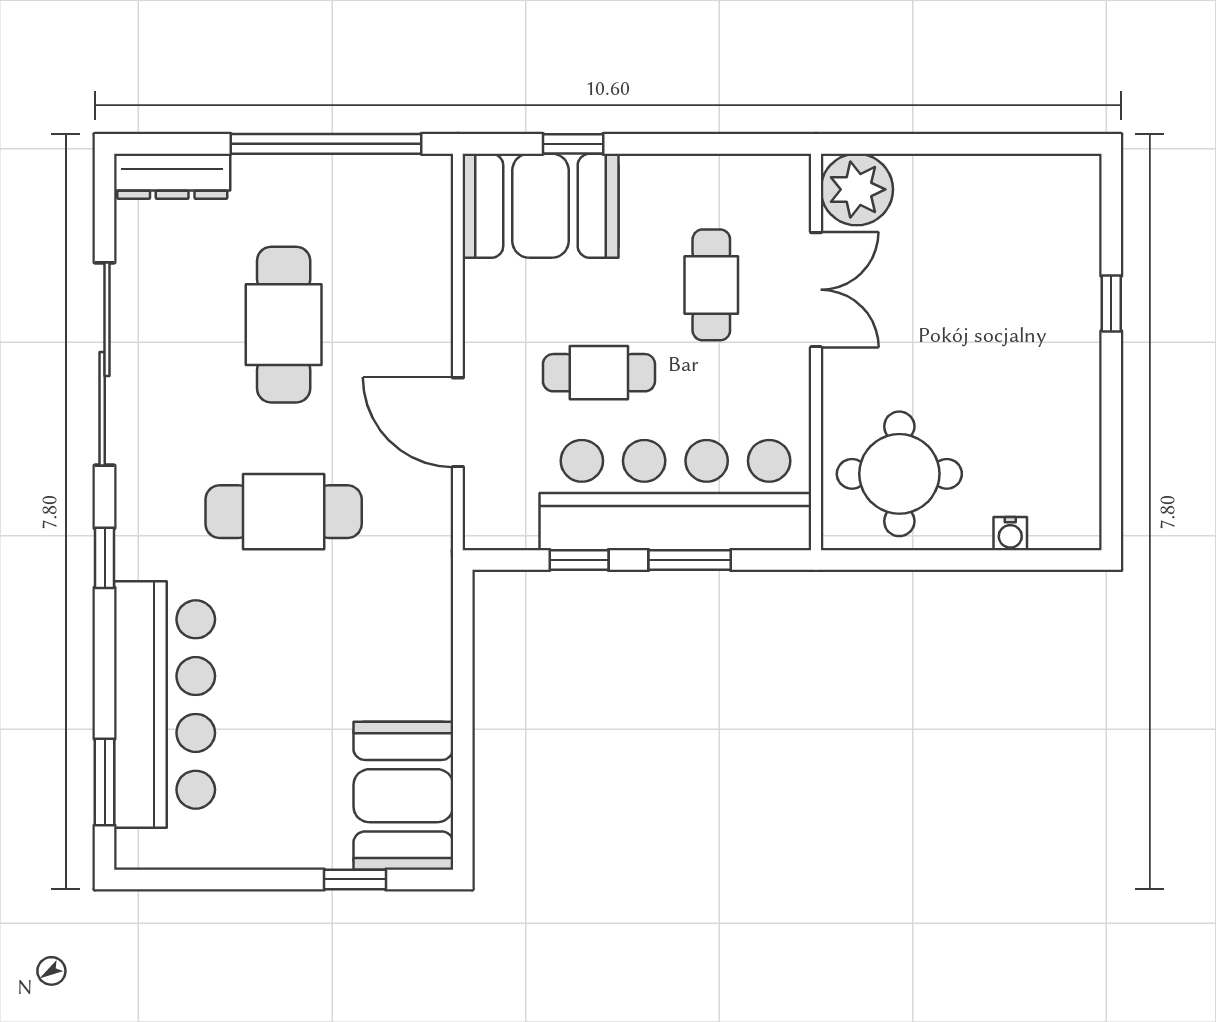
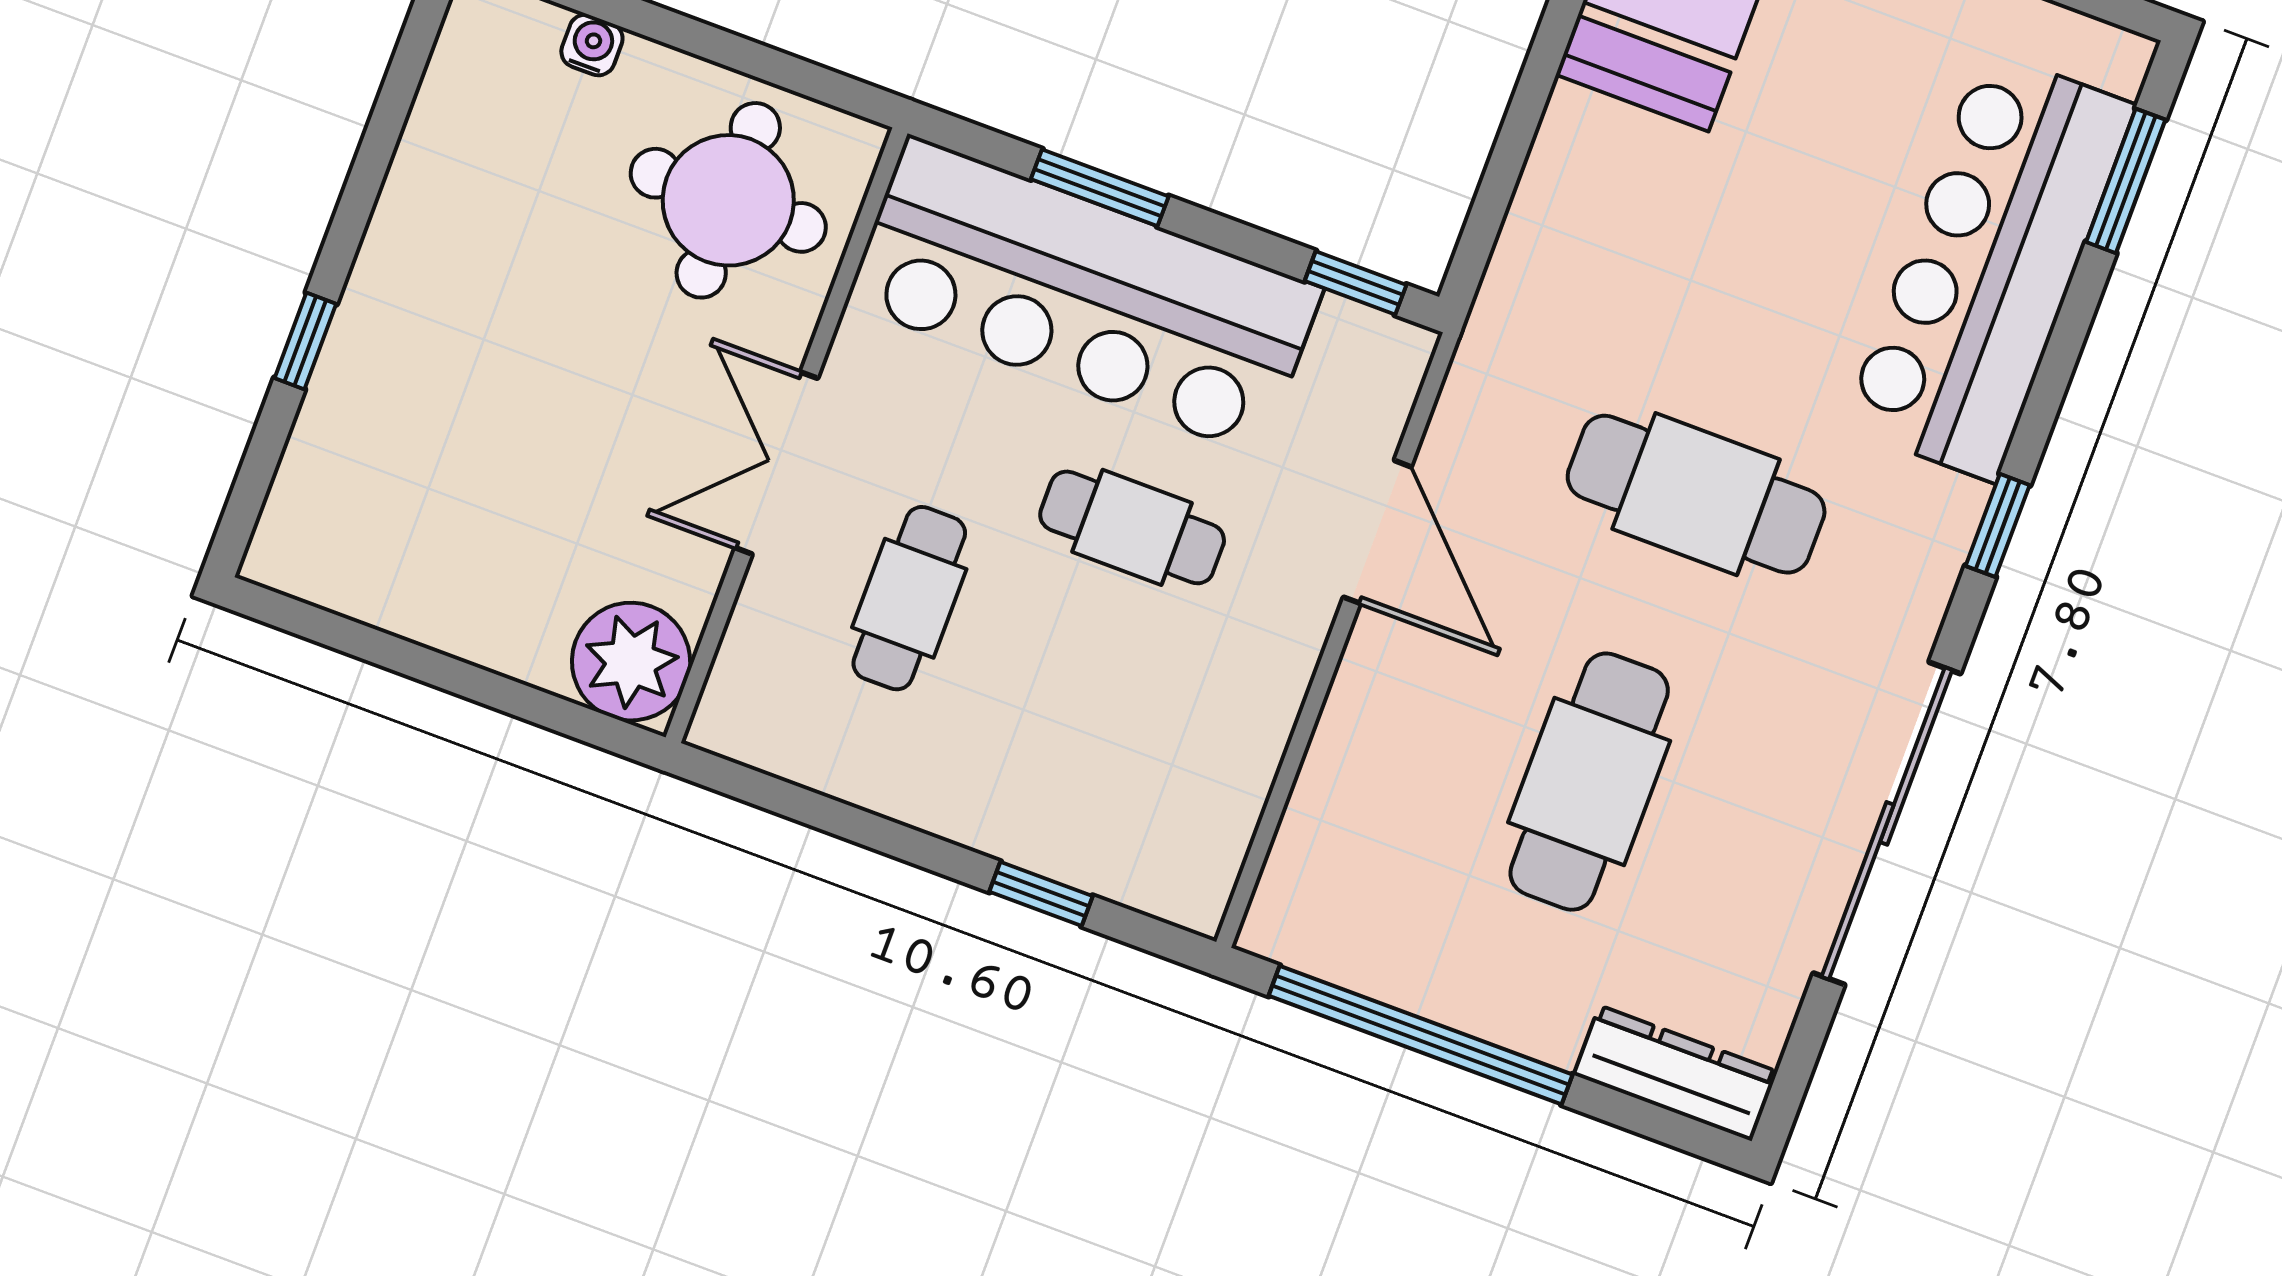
booth: (540, 206) -> (1126, 817), removed
double door: (816, 290) -> (776, 463), moved
window: (579, 560) -> (1355, 283), moved

